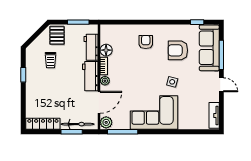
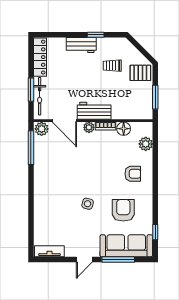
plant: (119, 31) -> (146, 144), added
workbench: (91, 47) -> (81, 45), moved, turned 180
corner sofa: (154, 113) -> (53, 183), removed

